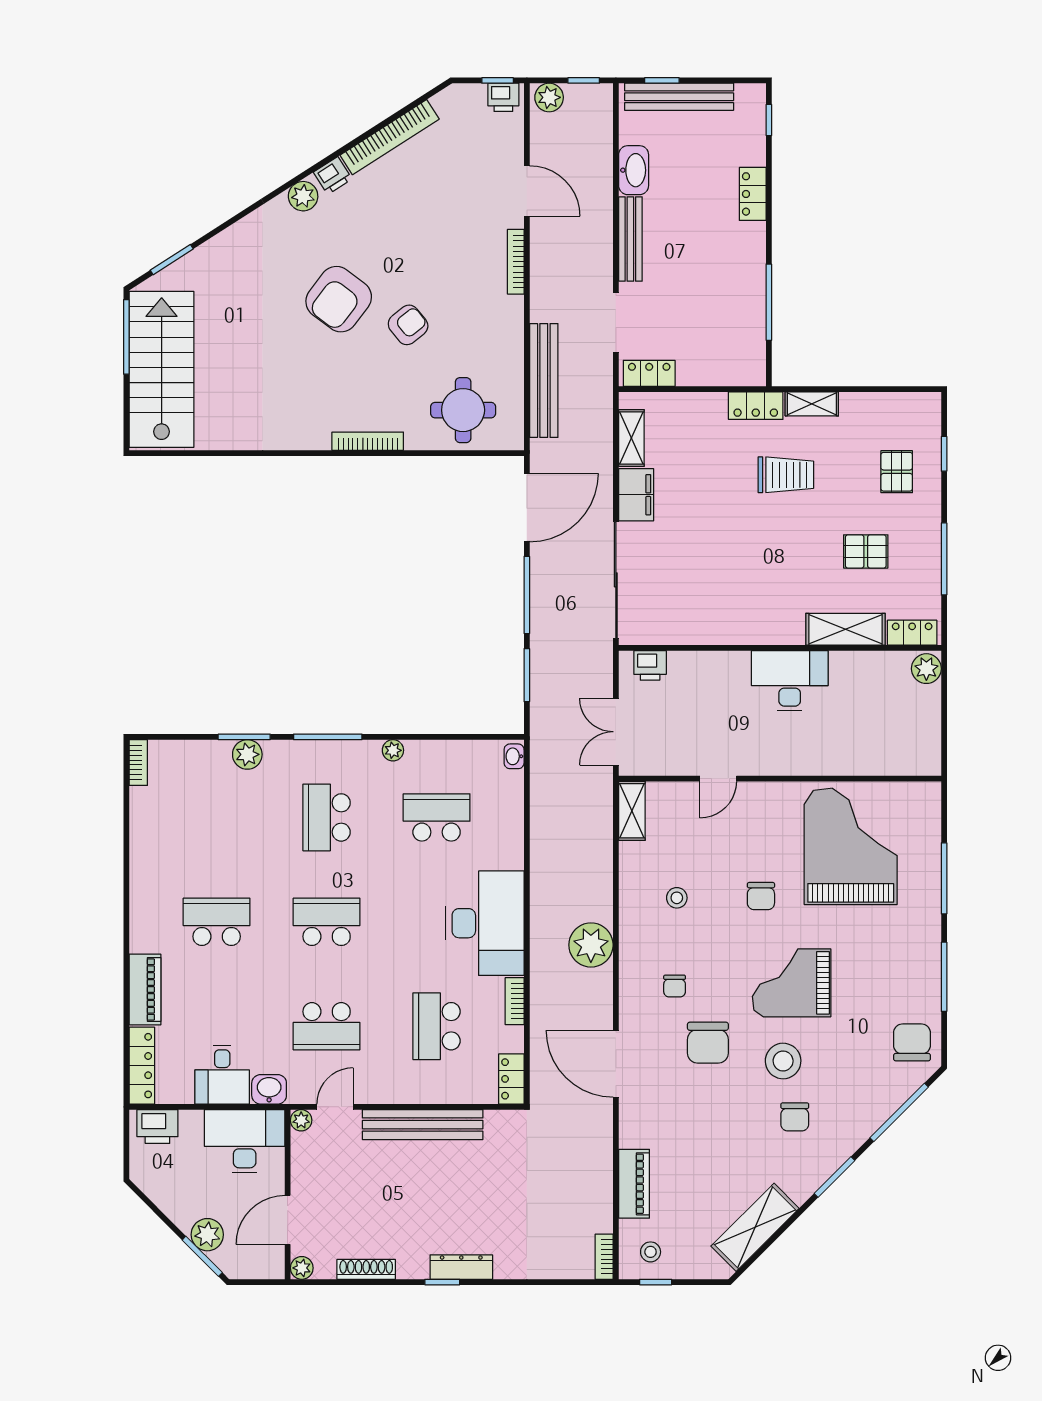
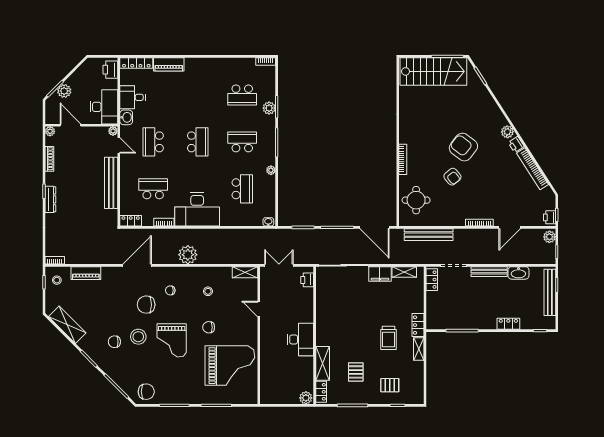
school desk: (217, 922) -> (242, 95), moved, turned 90
grand piano: (792, 983) -> (172, 340), turned 180

